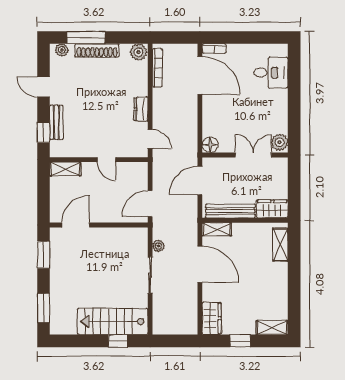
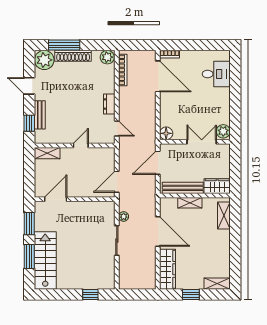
plant: (62, 50) -> (44, 60), width x1.87, depth x1.87
door: (106, 160) -> (81, 146), swing flipped
shelving: (217, 229) -> (190, 203), moved
window: (44, 308) -> (29, 257), moved
wardrobe: (212, 318) -> (167, 269), width x1.50
stairs: (113, 321) -> (45, 261), moved, turned 90

